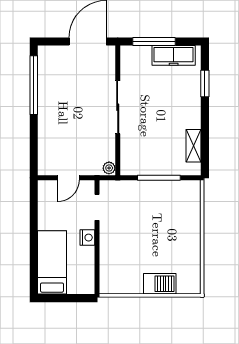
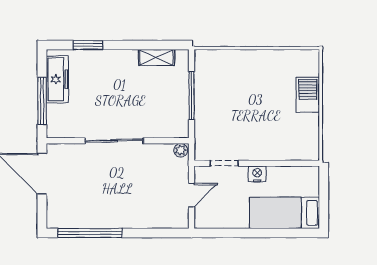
door: (68, 178) -> (192, 195), hinge flipped

